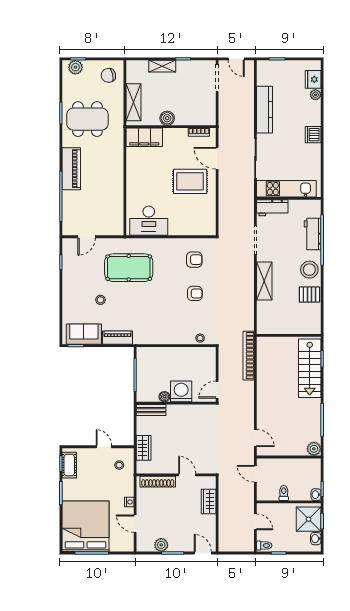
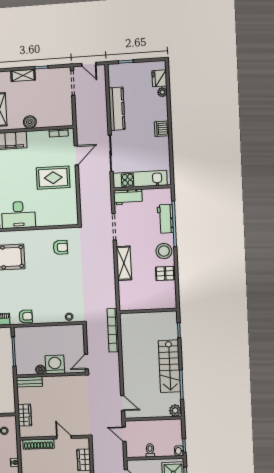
door: (217, 158) -> (76, 155), swing flipped
armchair: (195, 293) -> (26, 316), moved
stairs: (310, 368) -> (169, 366), moved

